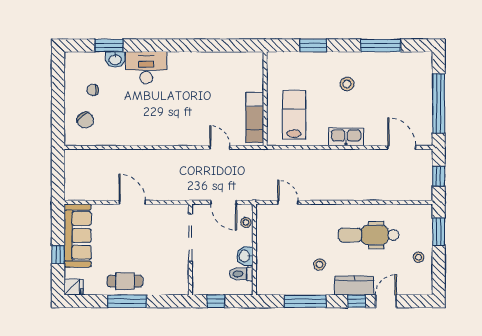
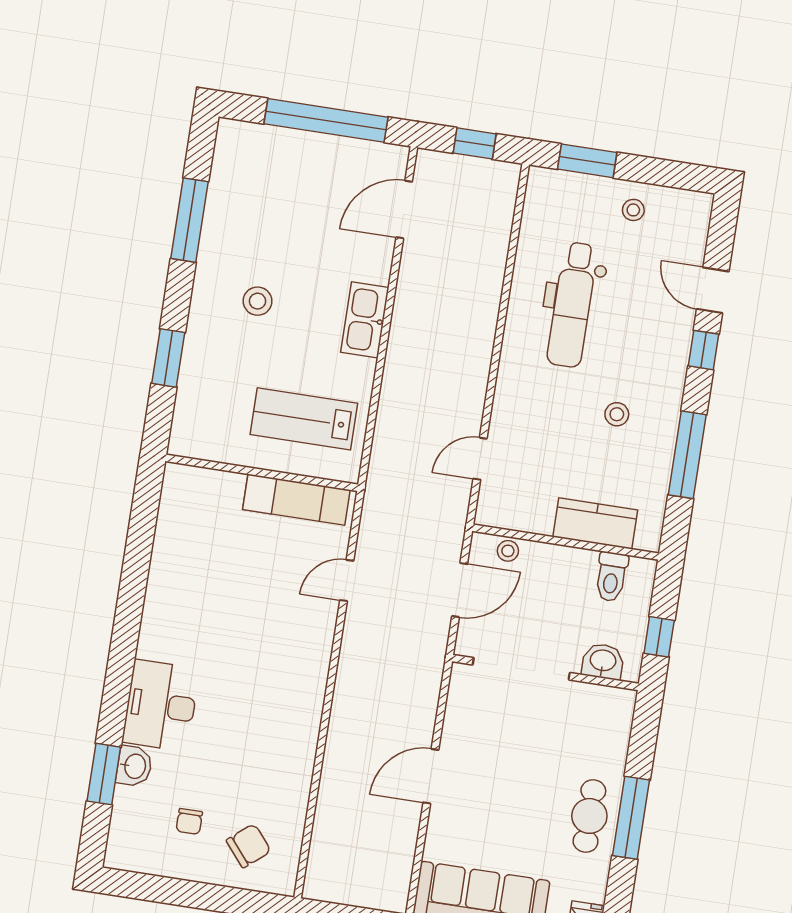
washbasin: (245, 256) -> (603, 661), moved, turned 180
kitchen counter: (354, 285) -> (595, 523), moved, turned 90

